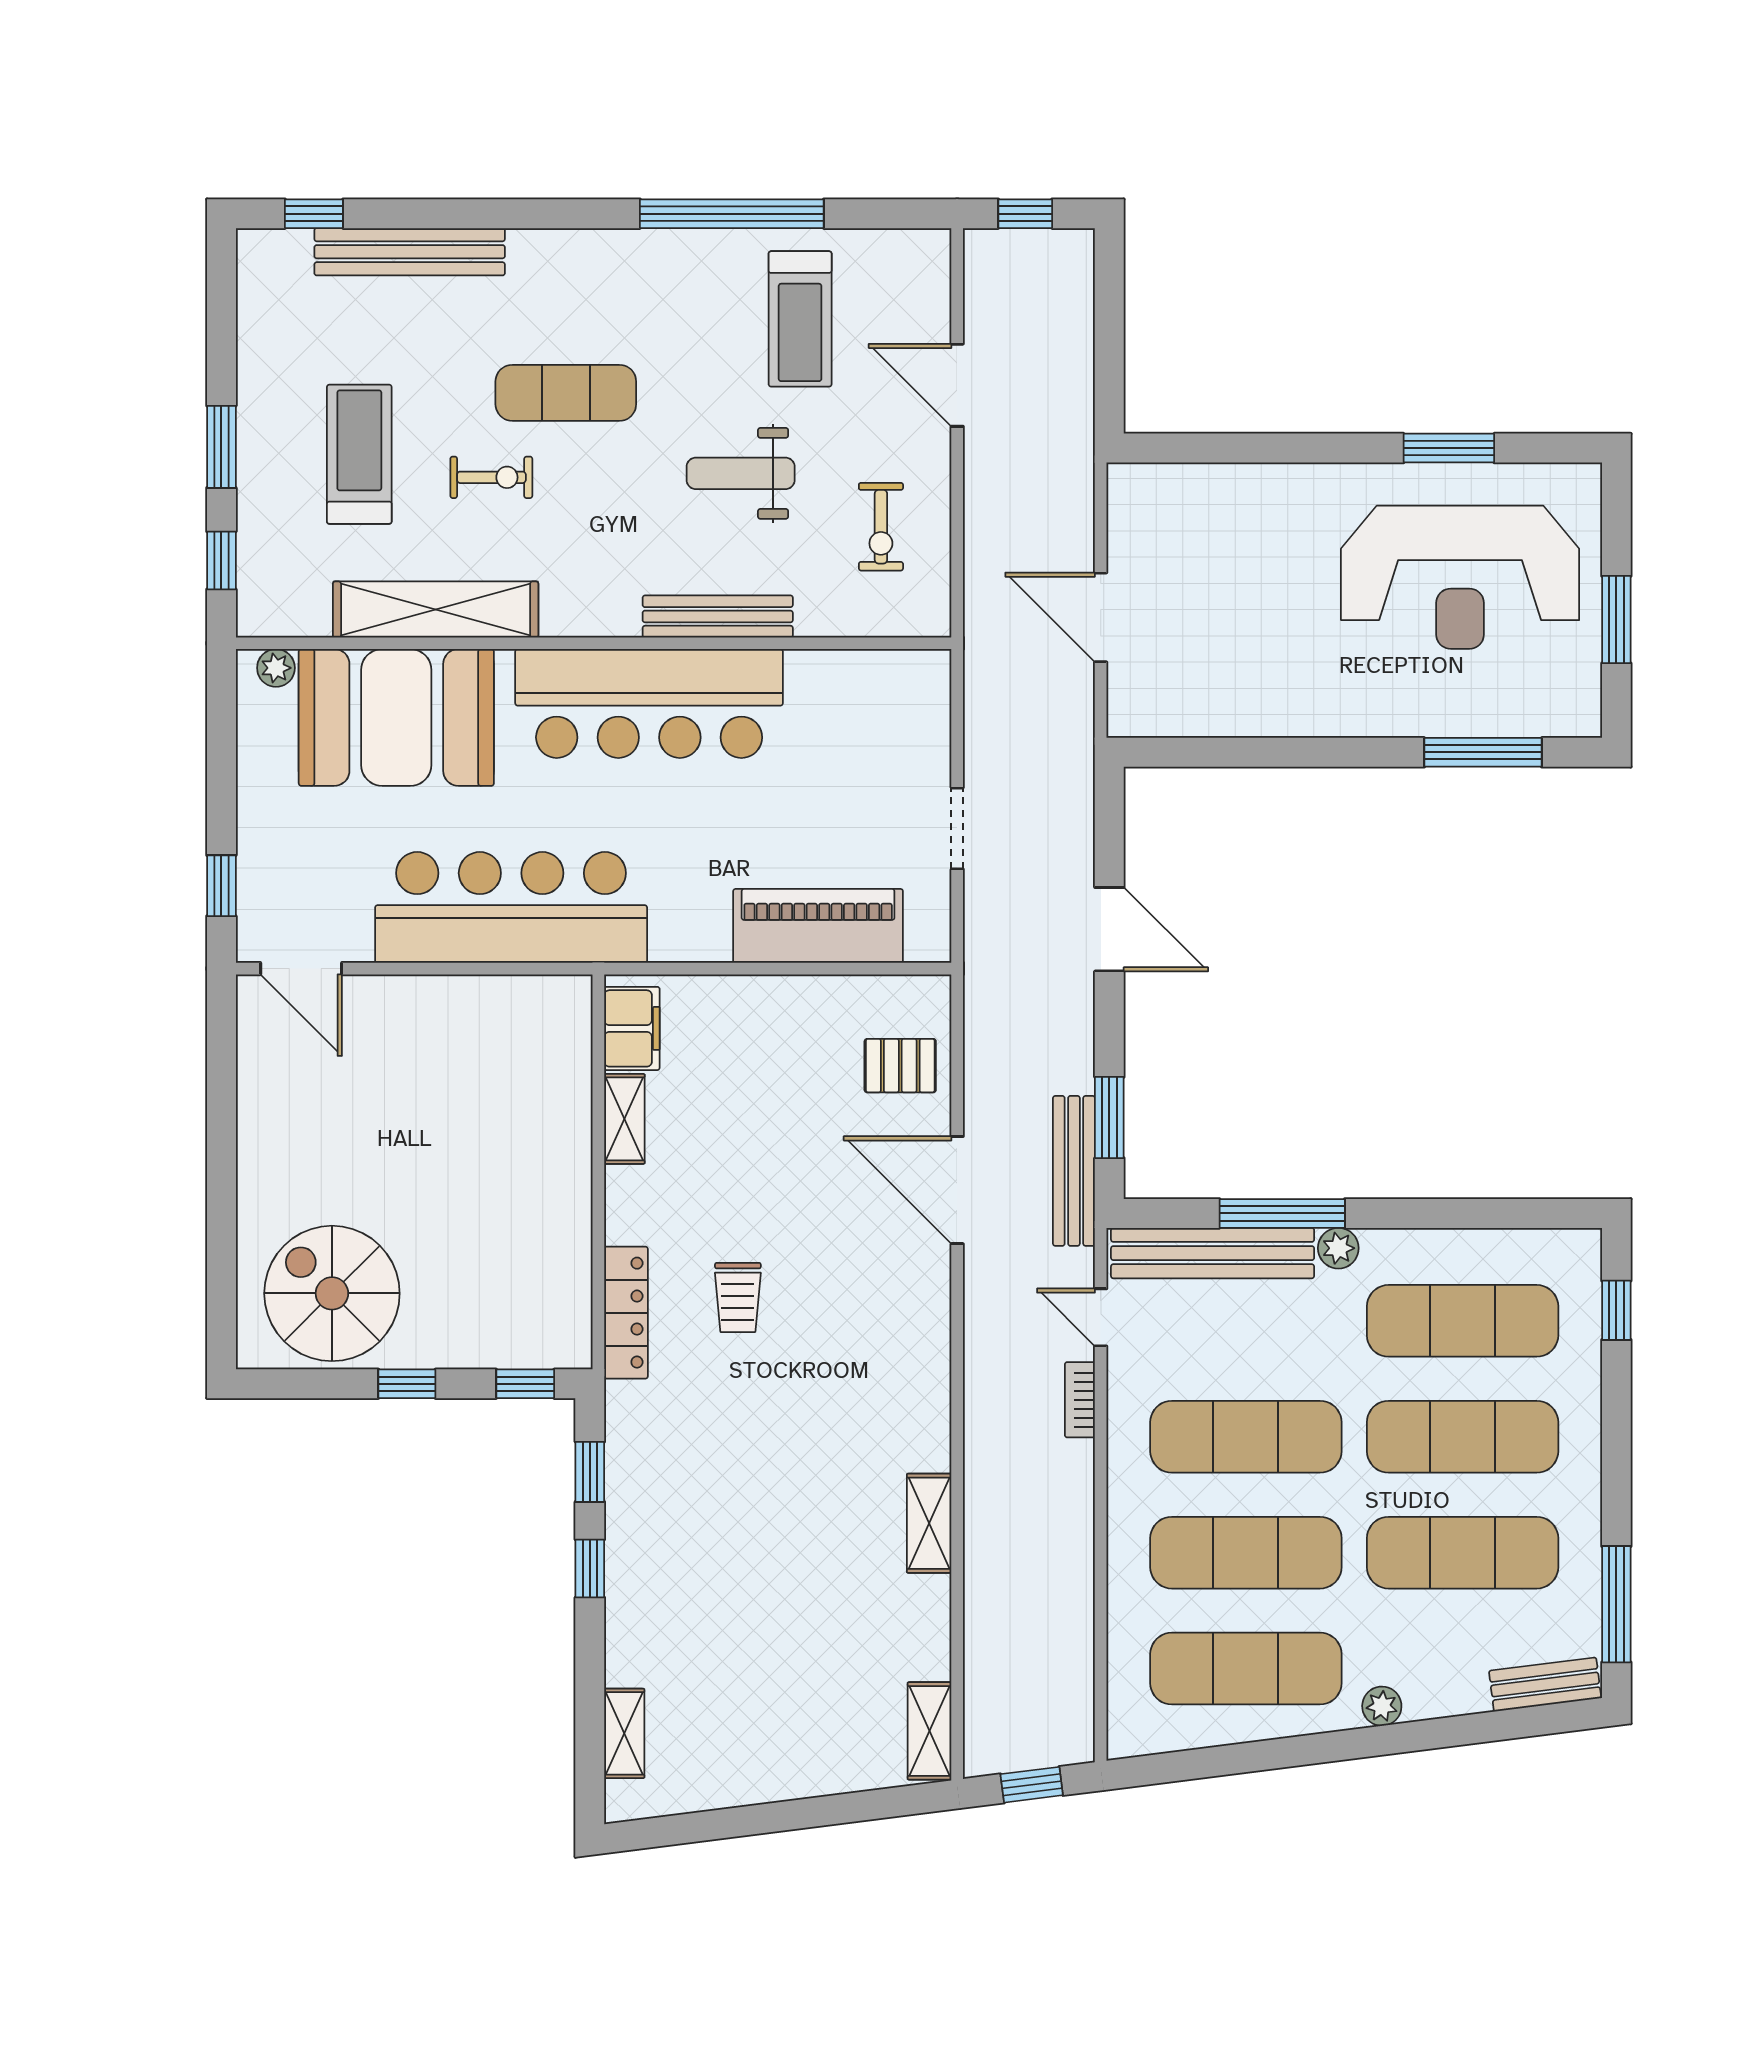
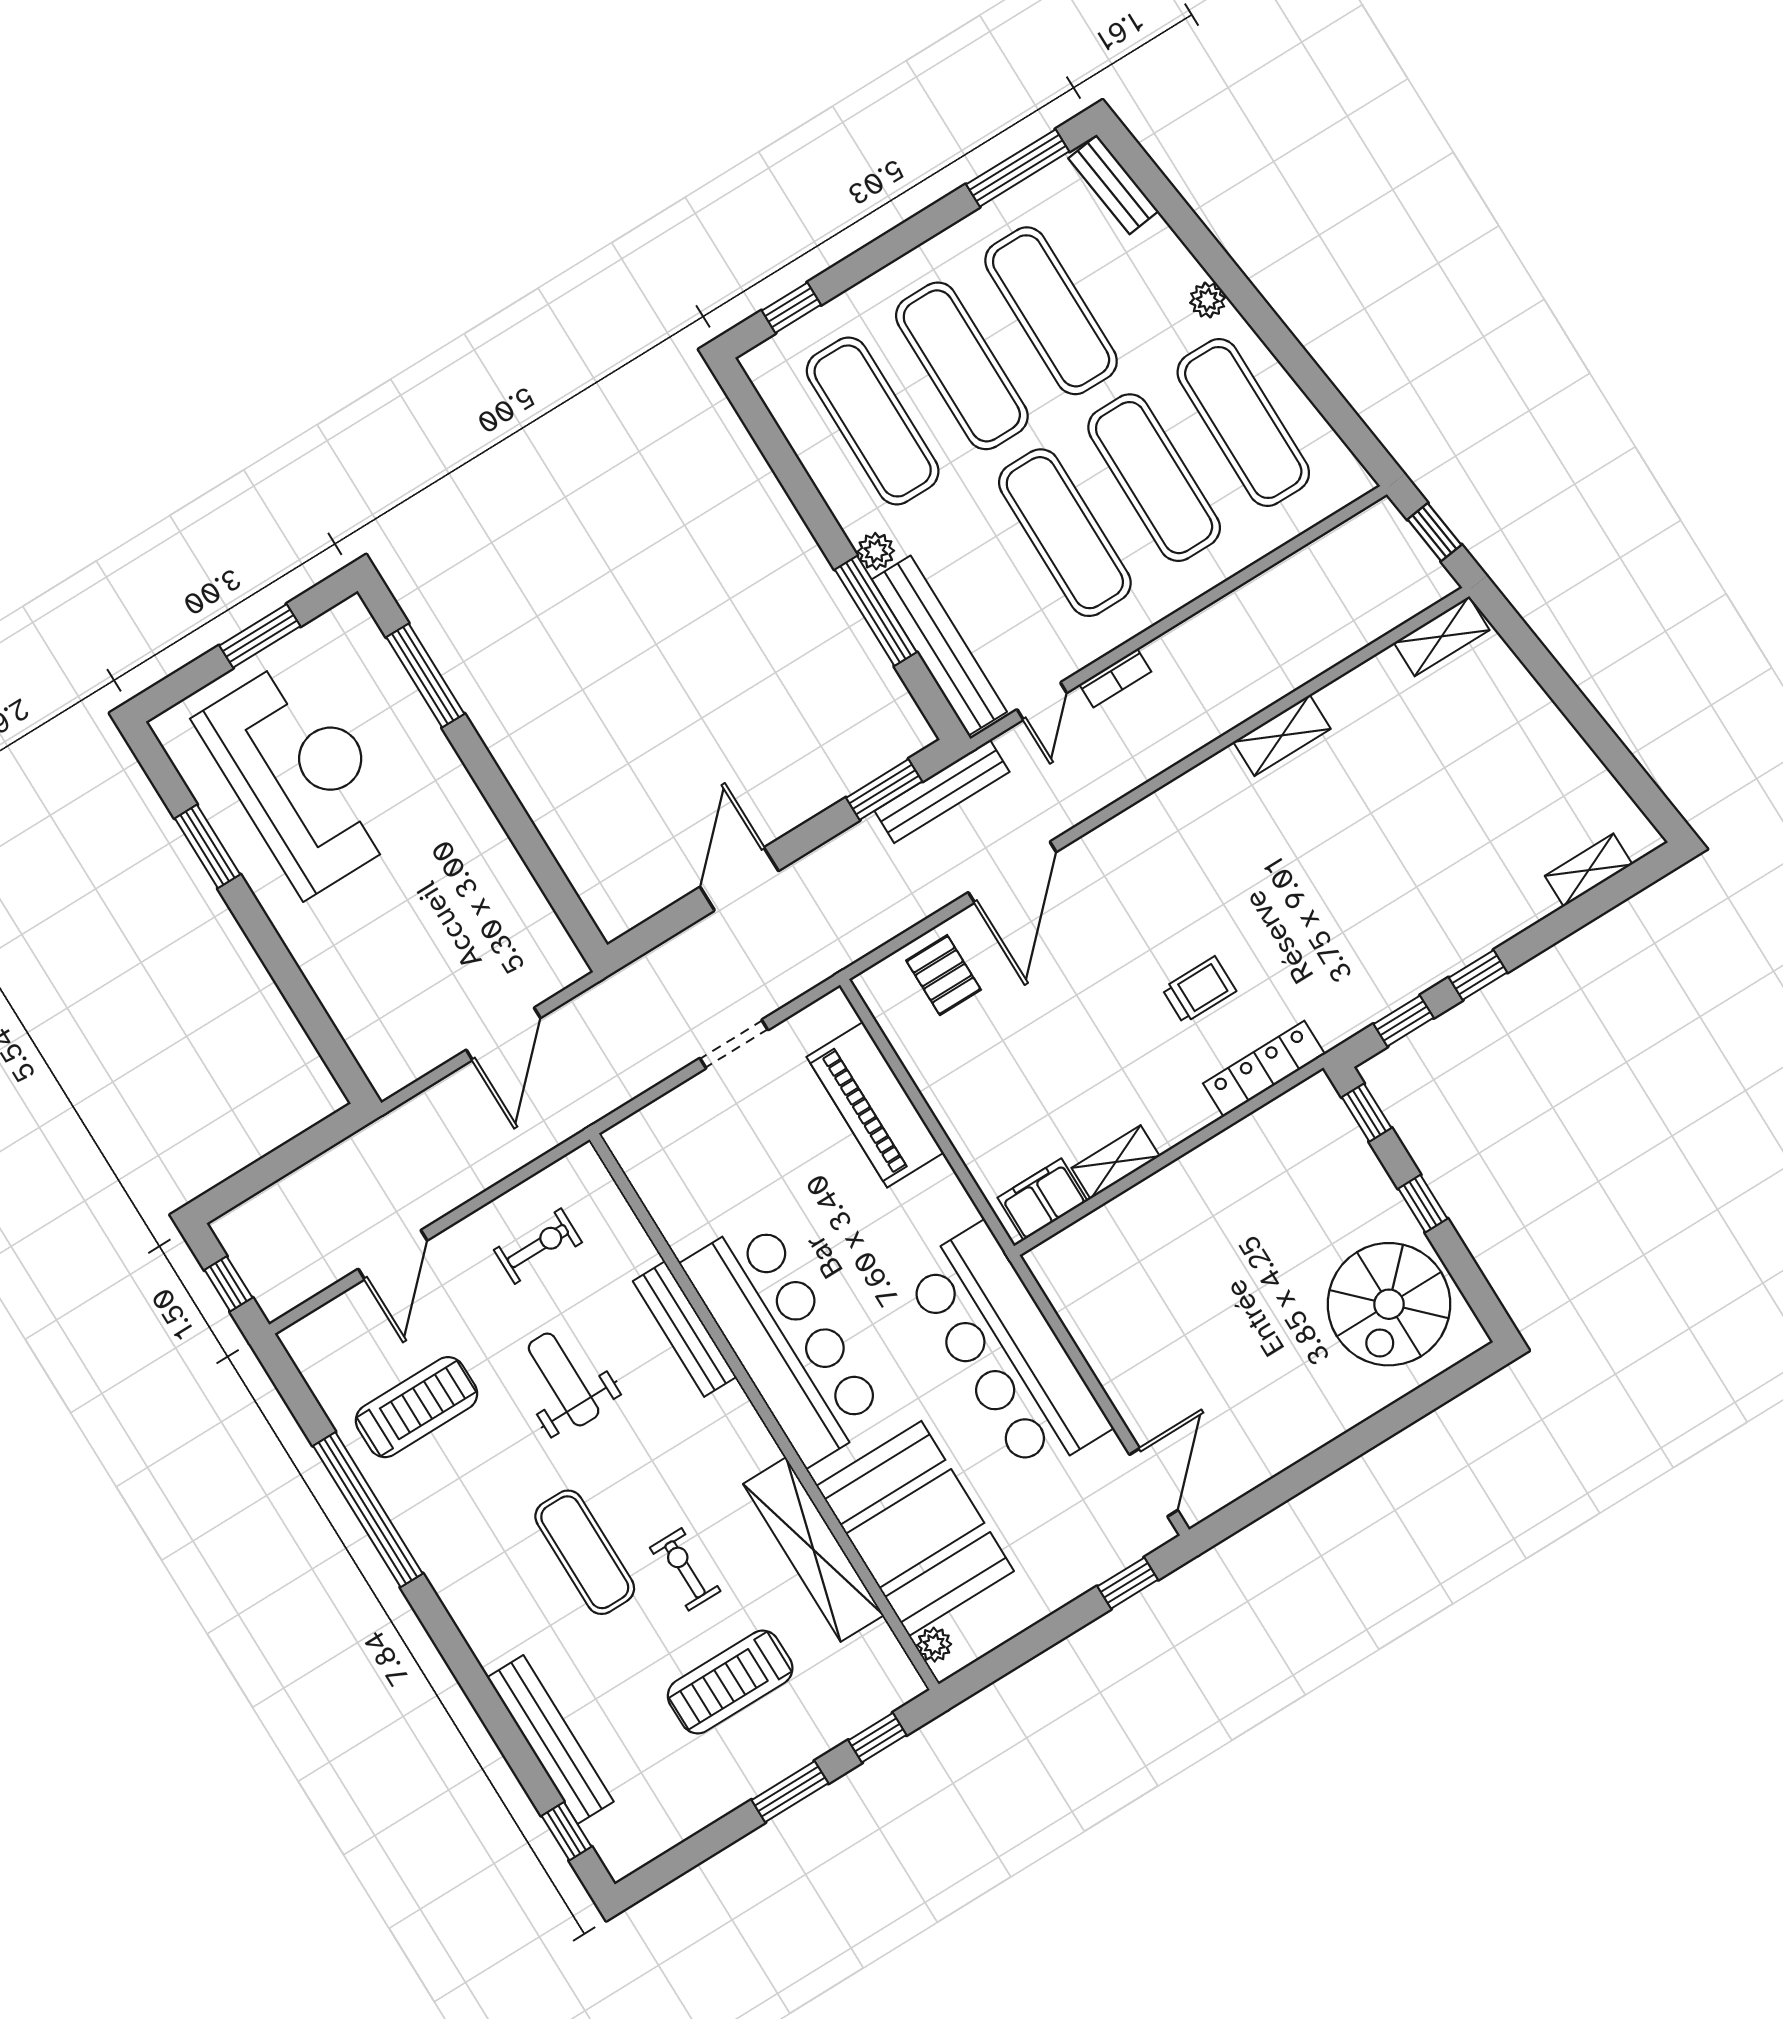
weight bench: (741, 473) -> (564, 1379), turned 180

